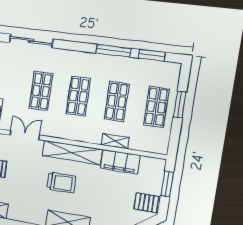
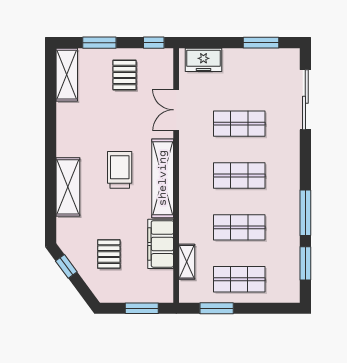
window: (180, 105) -> (217, 308), moved
double door: (25, 135) -> (176, 110), swing flipped
shelving: (115, 141) -> (187, 262), moved
trolley: (61, 183) -> (120, 170), turned 180
pallet: (146, 203) -> (109, 254), moved

